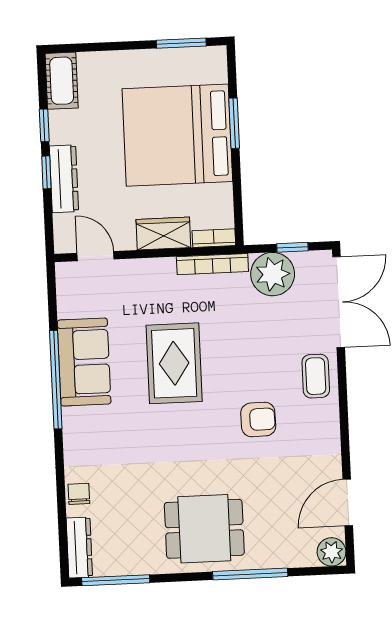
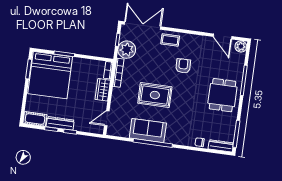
bed: (177, 135) -> (50, 75), moved
dresser: (64, 179) -> (60, 123), moved

